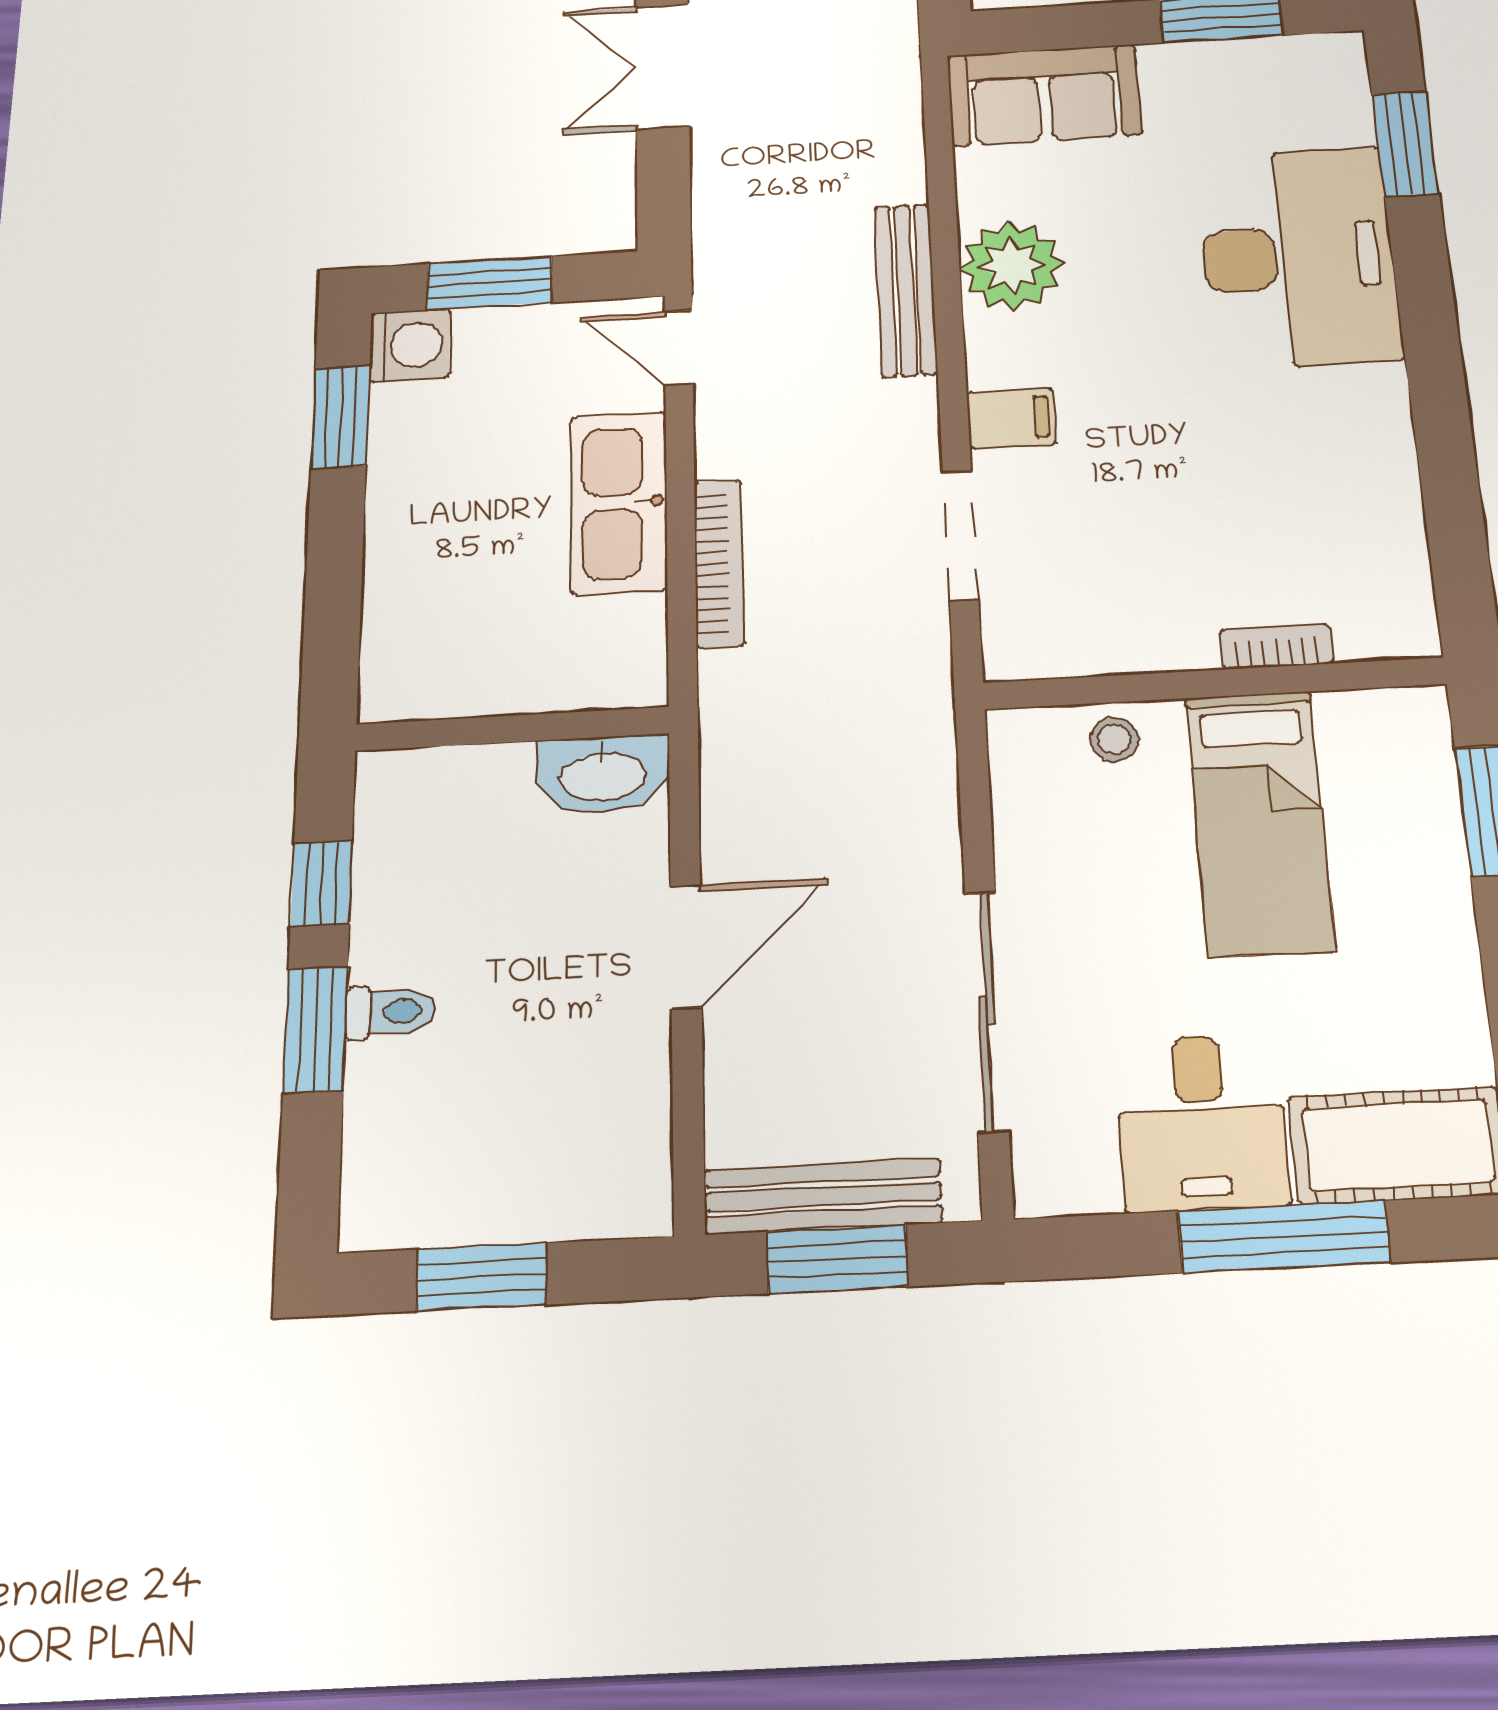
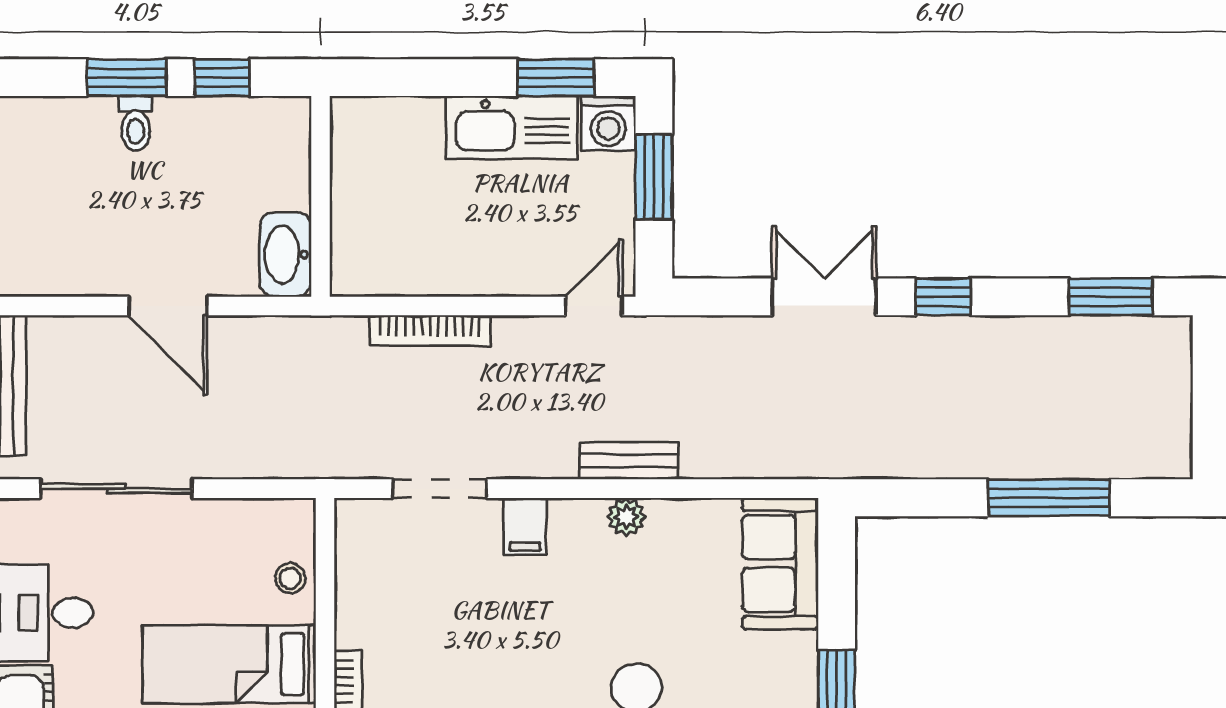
plant: (1012, 266) -> (626, 517), width x0.53, depth x0.53
bench: (906, 290) -> (629, 461), width x0.73
kitchen sink: (619, 502) -> (512, 128), moved, turned 180

